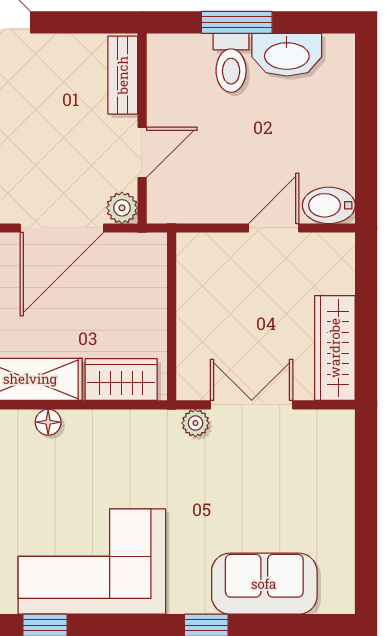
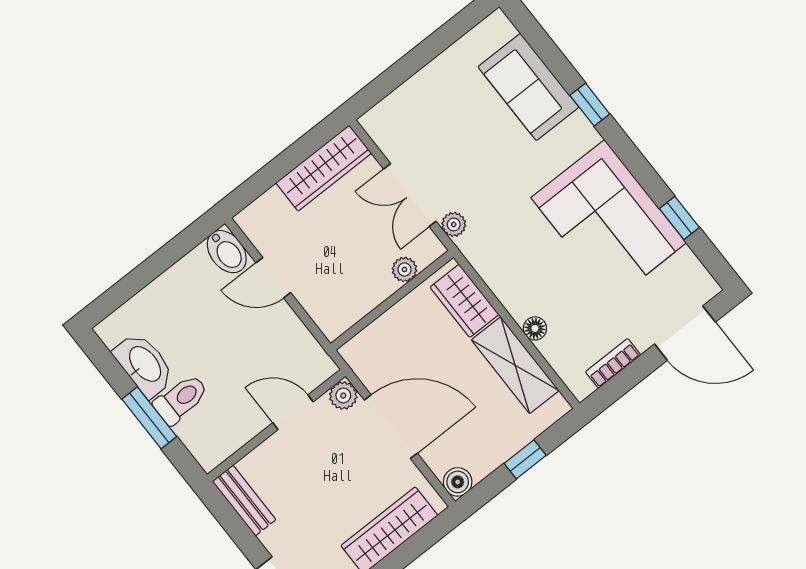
bench: (123, 75) -> (244, 500), moved, turned 90
plant: (190, 349) -> (404, 269), added

